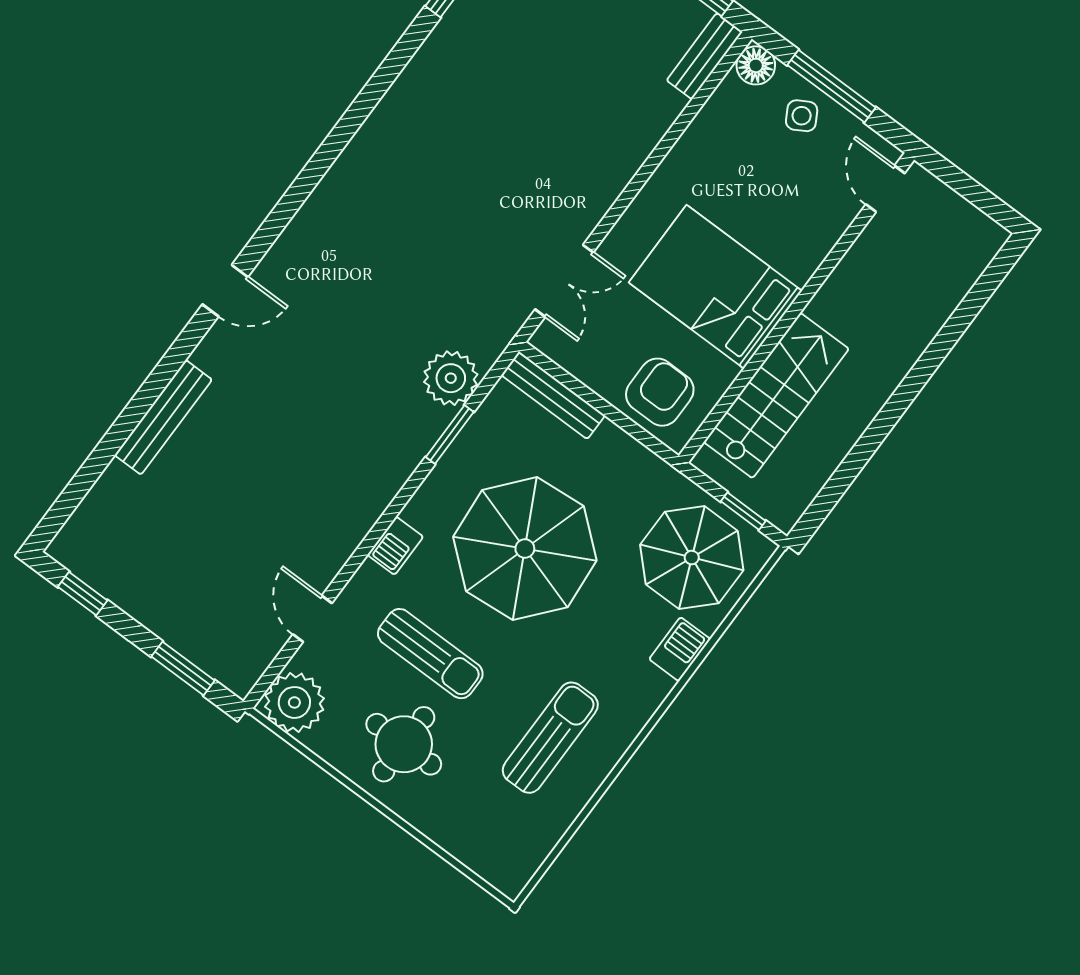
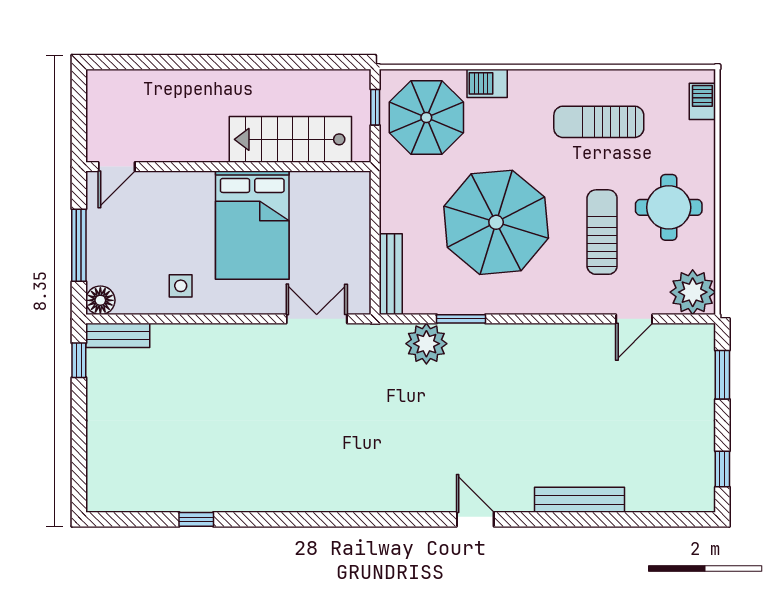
side table: (802, 116) -> (181, 286), moved, turned 30
armchair: (660, 392) -> (341, 211), removed
barbecue: (395, 546) -> (702, 101), moved, turned -90

